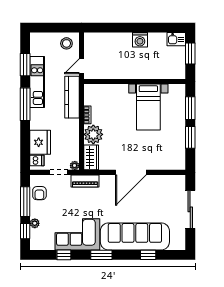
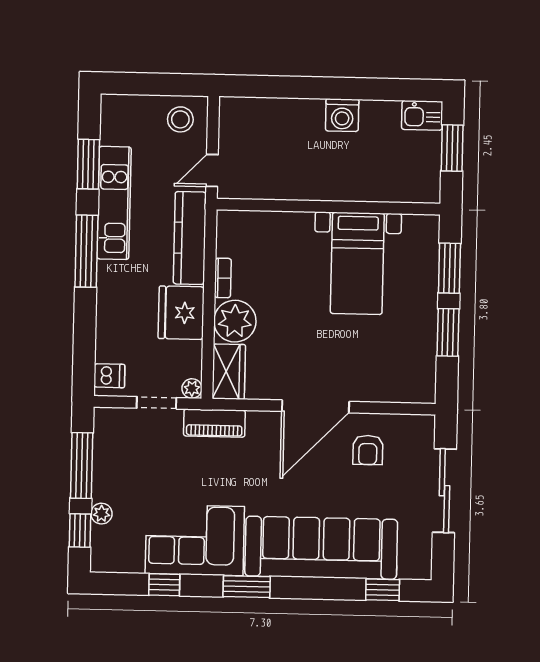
fridge: (40, 142) -> (181, 313), moved, turned 180
armchair: (39, 193) -> (368, 450), moved
window: (148, 255) -> (383, 590), moved

